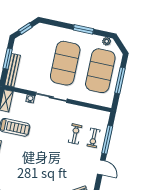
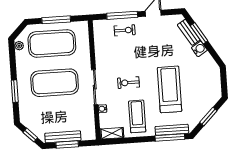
window: (83, 29) -> (15, 91), moved
bench: (13, 70) -> (63, 137), moved
exercise bike: (75, 134) -> (129, 83), moved
treadmill: (30, 163) -> (170, 89), added

